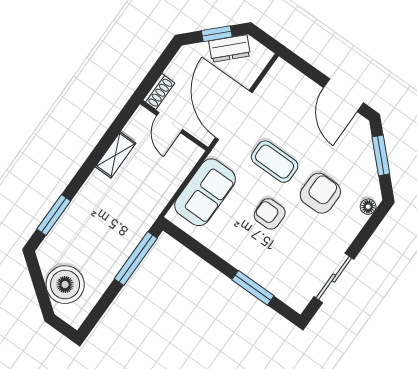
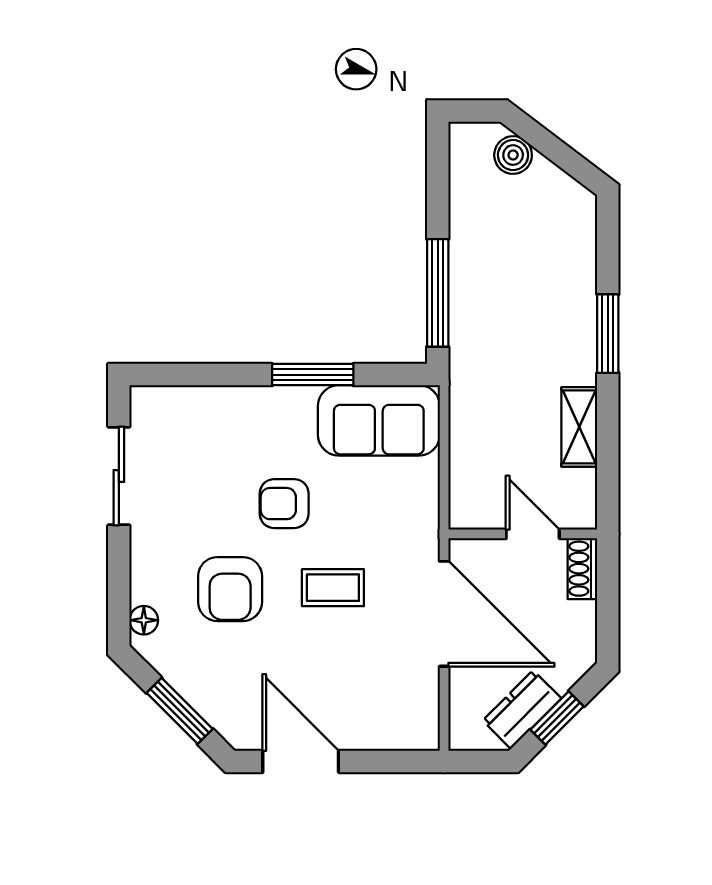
coffee table: (275, 162) -> (333, 588), width x0.73, depth x0.77
sofa: (205, 192) -> (379, 420), moved, turned -90
armchair: (270, 214) -> (284, 504), turned 180
window: (54, 215) -> (608, 334), moved
boiler: (65, 285) -> (513, 155), width x0.54, depth x0.54
window: (253, 288) -> (313, 375), moved

